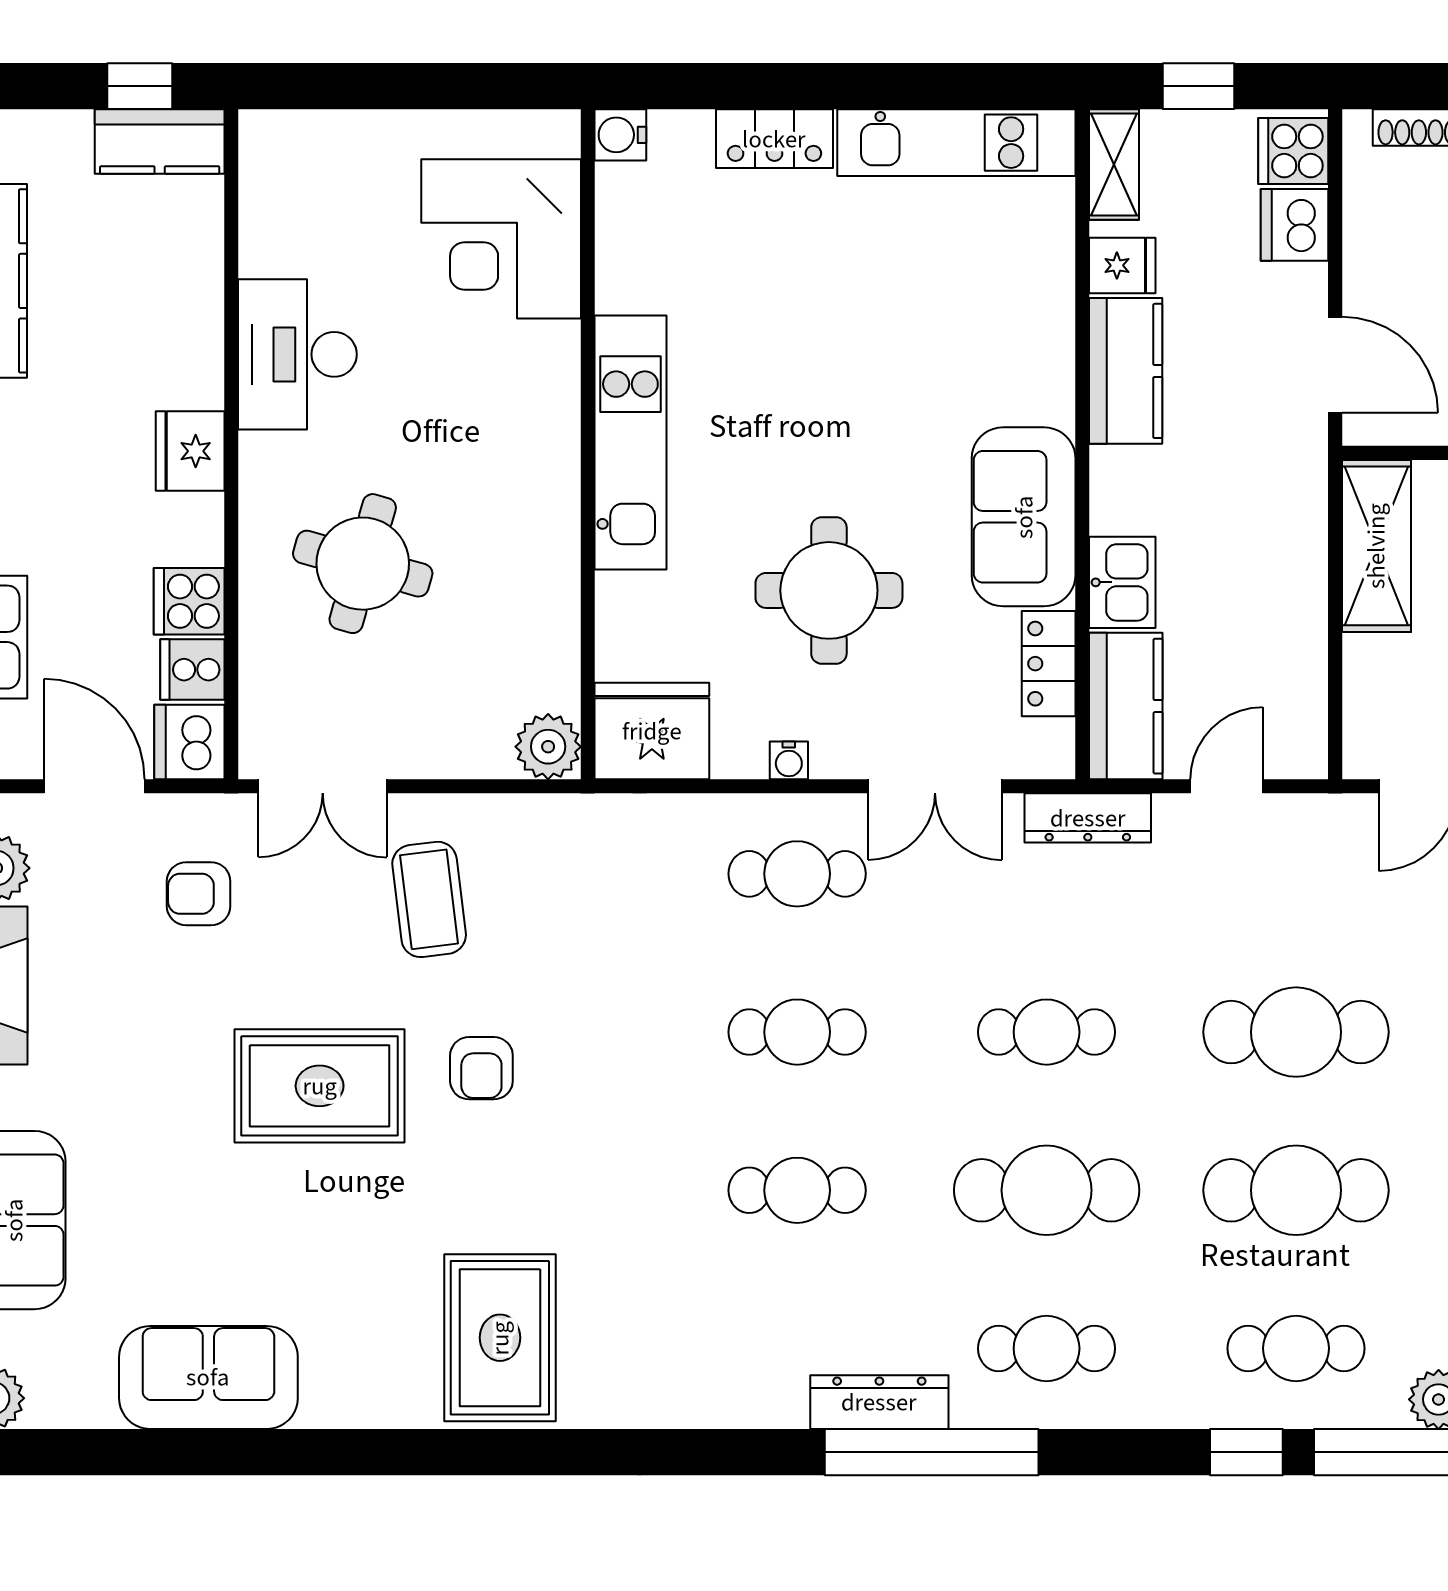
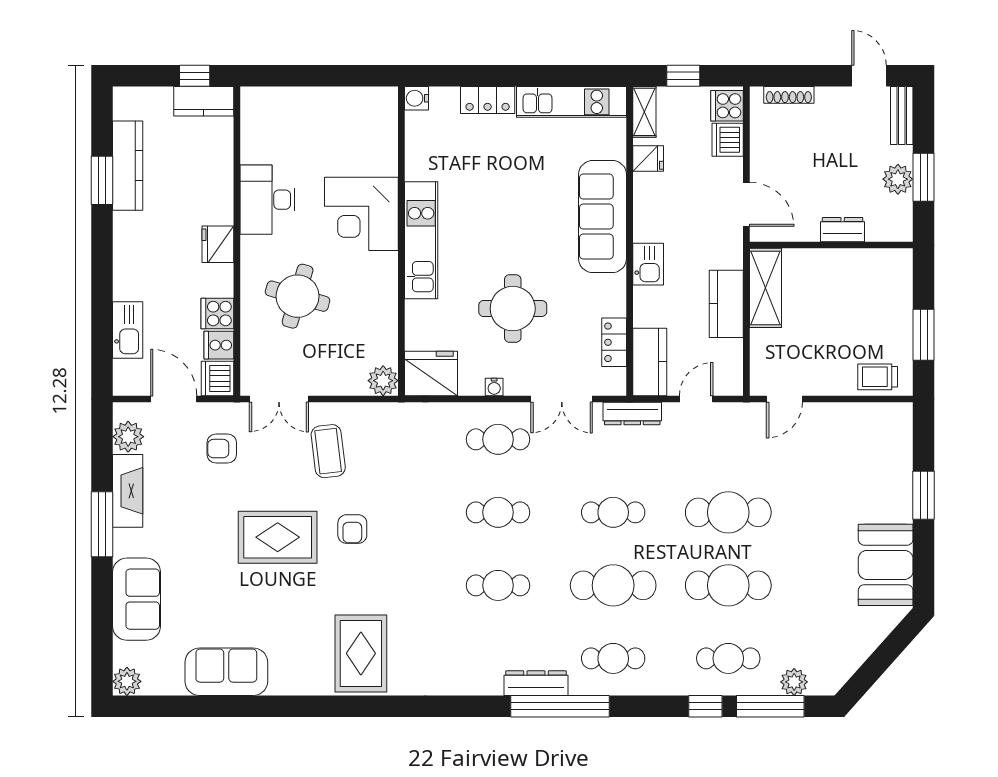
corner desk: (501, 239) -> (361, 214), moved
kitchen counter: (1126, 371) -> (726, 304), moved, turned 180
sofa: (1024, 517) -> (603, 217), moved, width x1.36
kitchen sink: (1122, 582) -> (648, 264), moved

